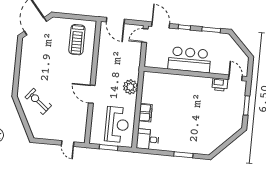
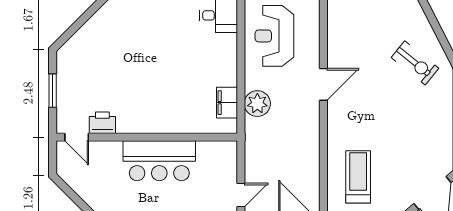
door: (92, 94) -> (323, 84), hinge flipped
filing cabinet: (145, 113) -> (227, 103), moved

